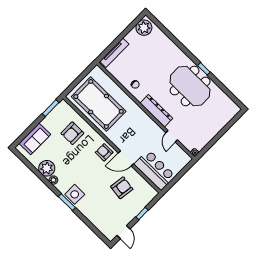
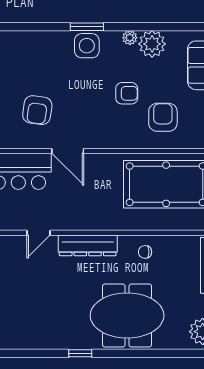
meeting table: (190, 86) -> (127, 315), moved
door: (172, 136) -> (38, 233), swing flipped
armchair: (104, 152) -> (127, 93), moved
door: (126, 158) -> (68, 151), swing flipped

